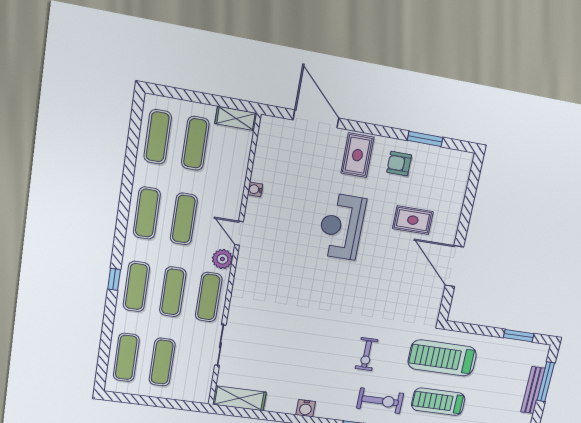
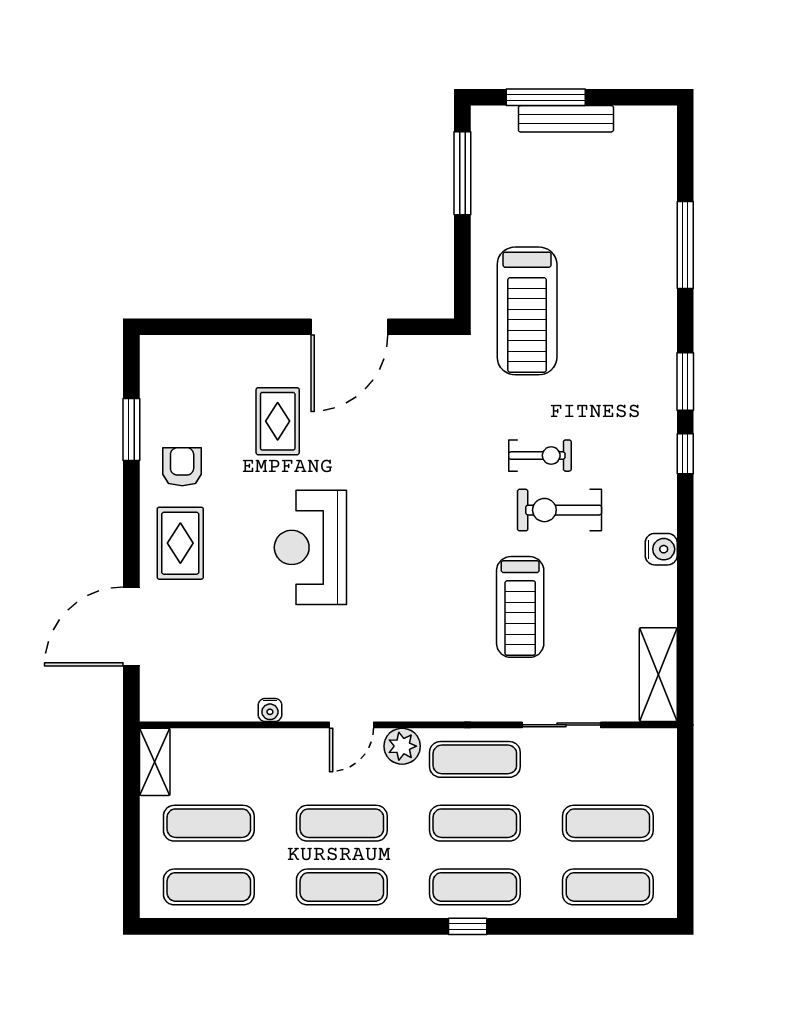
rug: (357, 155) -> (180, 543), turned 90
armchair: (399, 164) -> (182, 467), turned 180
reception desk: (341, 227) -> (310, 547), turned 90
window: (519, 336) -> (462, 173), width x1.44
exercise bike: (380, 401) -> (559, 510), moved, turned -90
treadmill: (438, 402) -> (520, 607), moved

